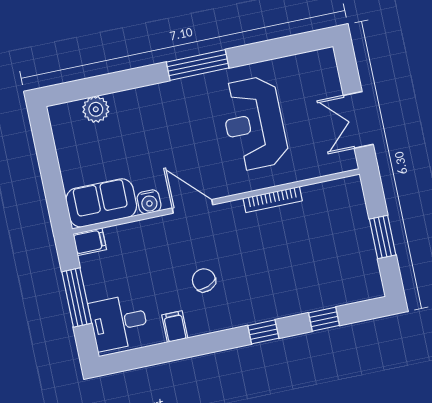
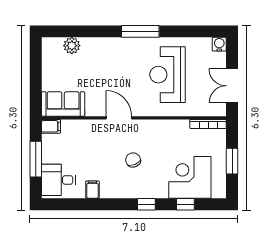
bookcase: (273, 200) -> (208, 124), moved
water cooler: (149, 202) -> (219, 44), moved, turned 180
corner desk: (322, 276) -> (190, 177), added
chair: (204, 280) -> (133, 160), moved

